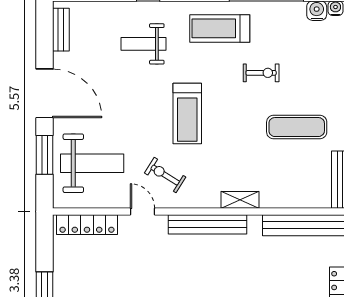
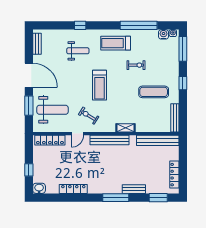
weight bench: (143, 44) -> (78, 51), turned 180
door: (142, 212) -> (77, 134), swing flipped

